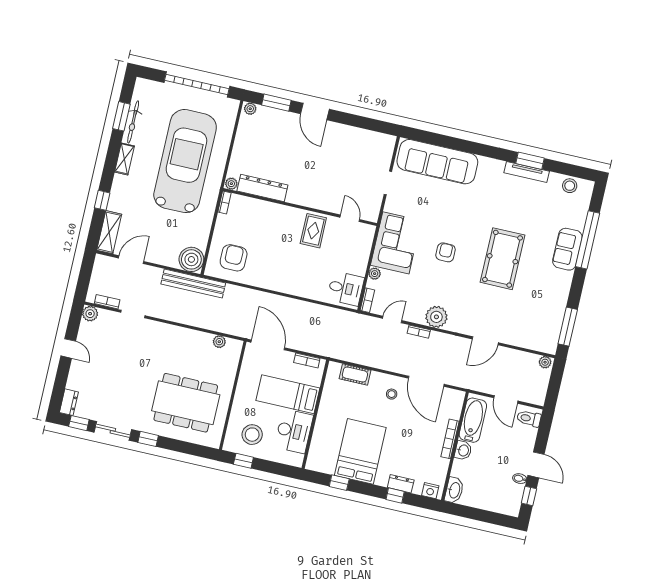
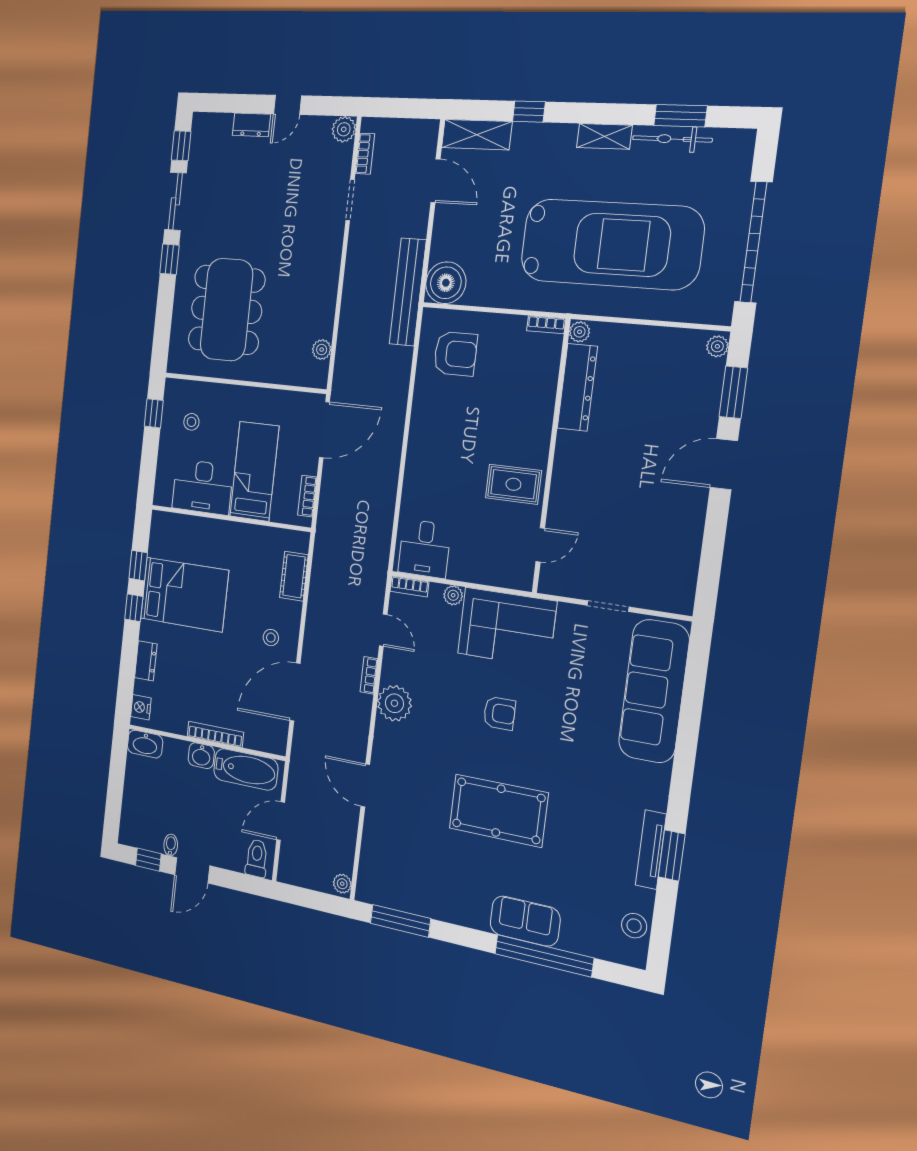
dresser: (69, 402) -> (251, 125), moved
stool: (252, 435) -> (191, 422), width x0.53, depth x0.53
window: (395, 495) -> (134, 608), moved

